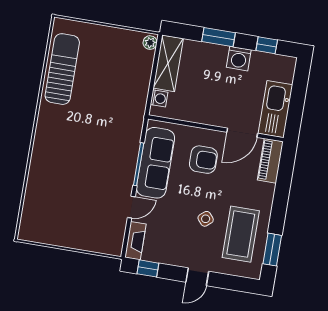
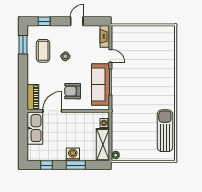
washing machine: (239, 59) -> (73, 154), moved
sun lounger: (62, 69) -> (165, 131), turned 180
door: (131, 207) -> (110, 56), swing flipped
coffee table: (241, 234) -> (43, 51), width x0.73, depth x0.76
window: (148, 268) -> (44, 21), moved
door: (197, 277) -> (77, 21), moved

